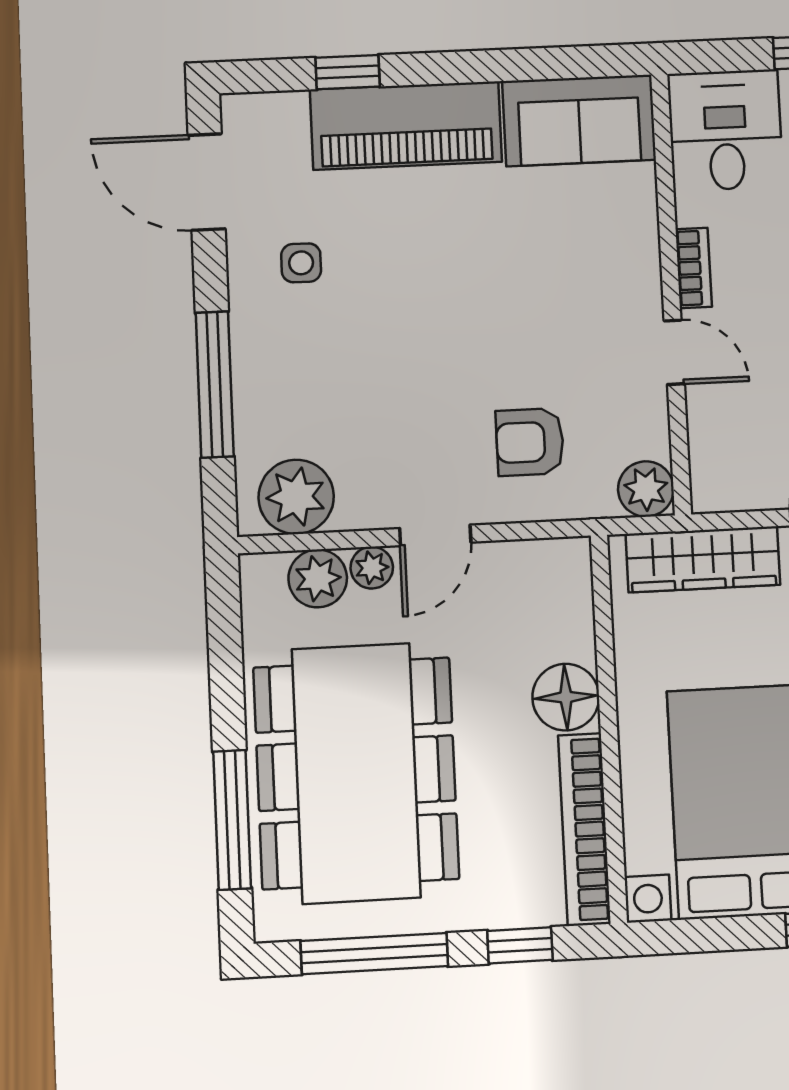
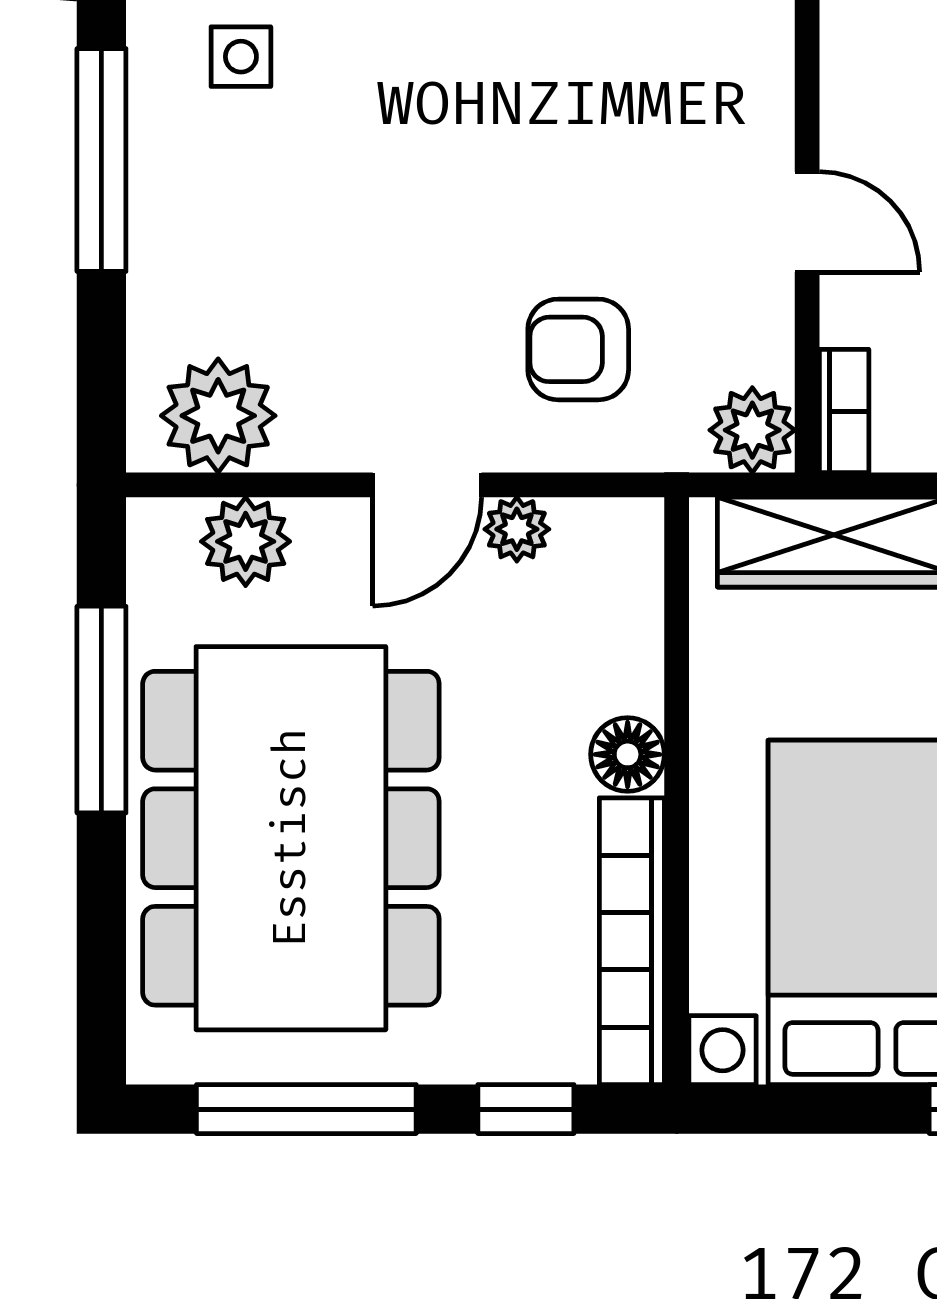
bookcase: (694, 268) -> (844, 411), moved
window: (215, 385) -> (101, 160), moved
plant: (372, 568) -> (517, 529), moved
floor lamp: (566, 697) -> (628, 754), width x0.73, depth x0.73
window: (232, 820) -> (101, 710), moved

